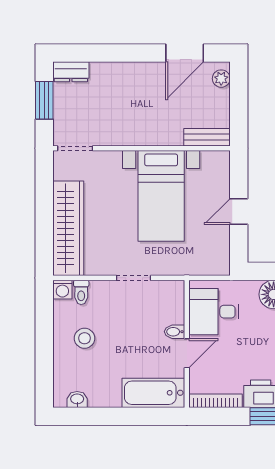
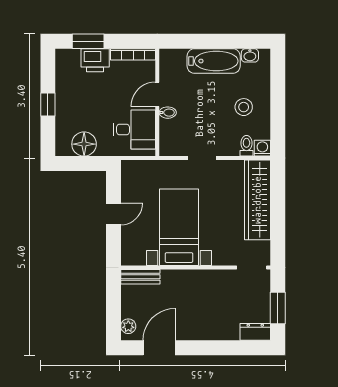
bathtub: (153, 393) -> (214, 61), moved

